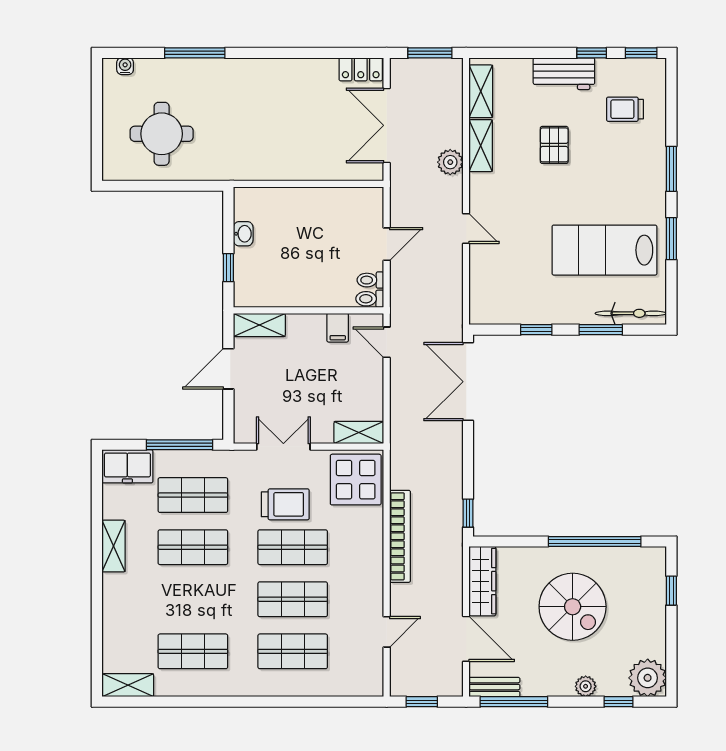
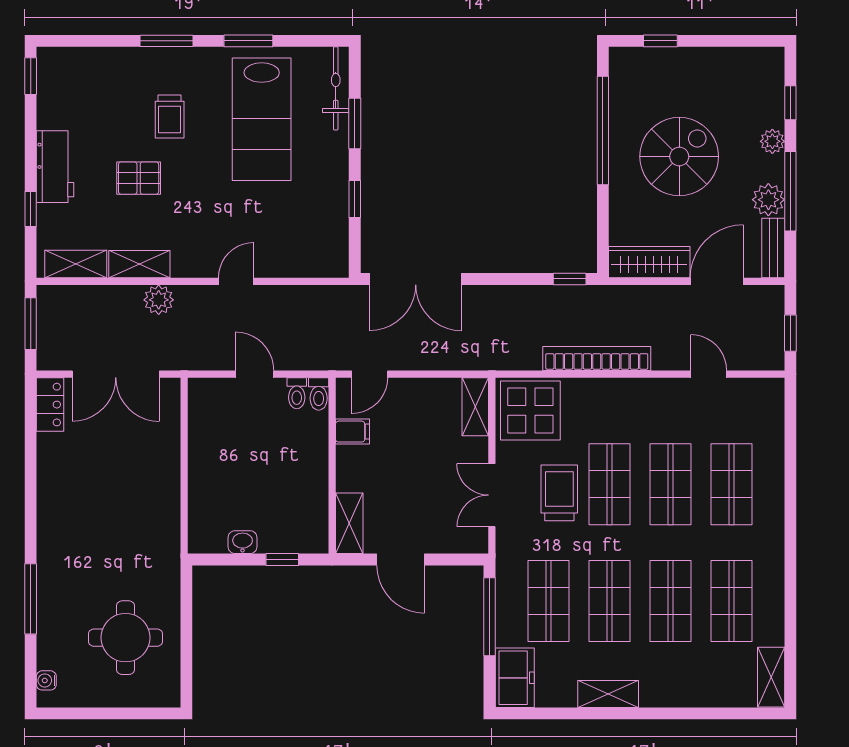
window: (592, 53) -> (31, 209), moved
trolley: (625, 109) -> (170, 117), moved
shop shelf: (193, 599) -> (670, 601), added
plant: (648, 678) -> (768, 200), moved, width x0.73, depth x0.73
window: (514, 702) -> (790, 191), moved

